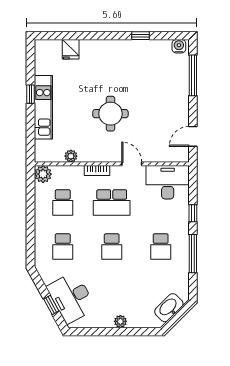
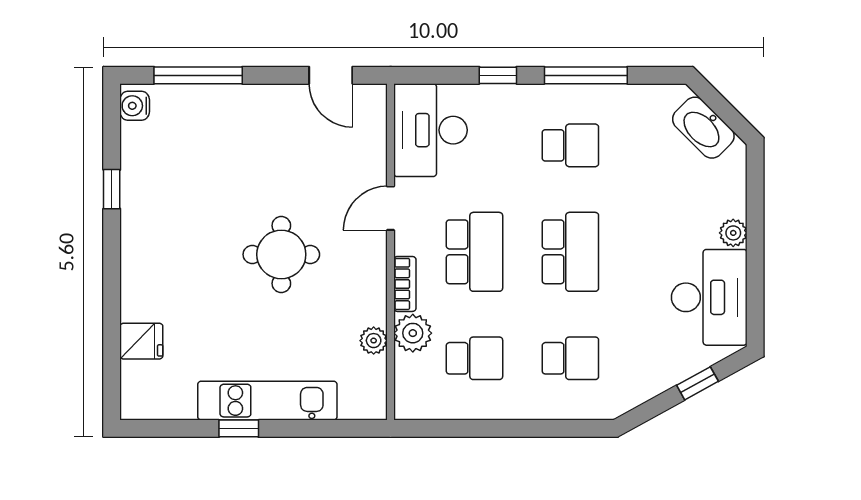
plant: (43, 174) -> (413, 333), moved
school desk: (112, 247) -> (570, 252), width x1.85
desk: (71, 298) -> (709, 297), moved, turned -61

